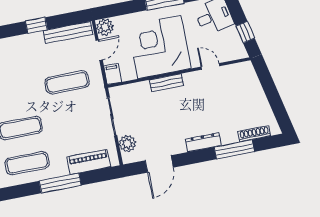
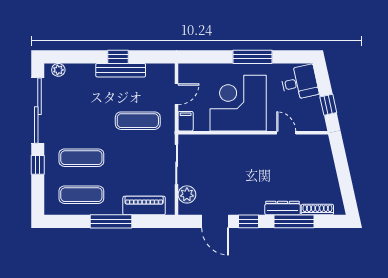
plant: (105, 27) -> (187, 72), removed
bench: (68, 32) -> (121, 70), moved
bench: (166, 83) -> (238, 141), removed
dresser: (203, 142) -> (283, 208), moved
window: (191, 158) -> (249, 221), added
door: (159, 164) -> (215, 221), hinge flipped

